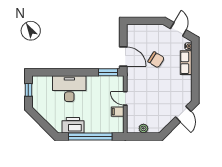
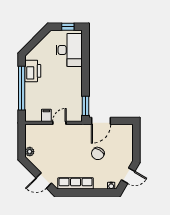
row of seats: (186, 63) -> (76, 183), moved, width x1.48
desk: (69, 89) -> (69, 50), moved
plant: (143, 128) -> (30, 152), moved

